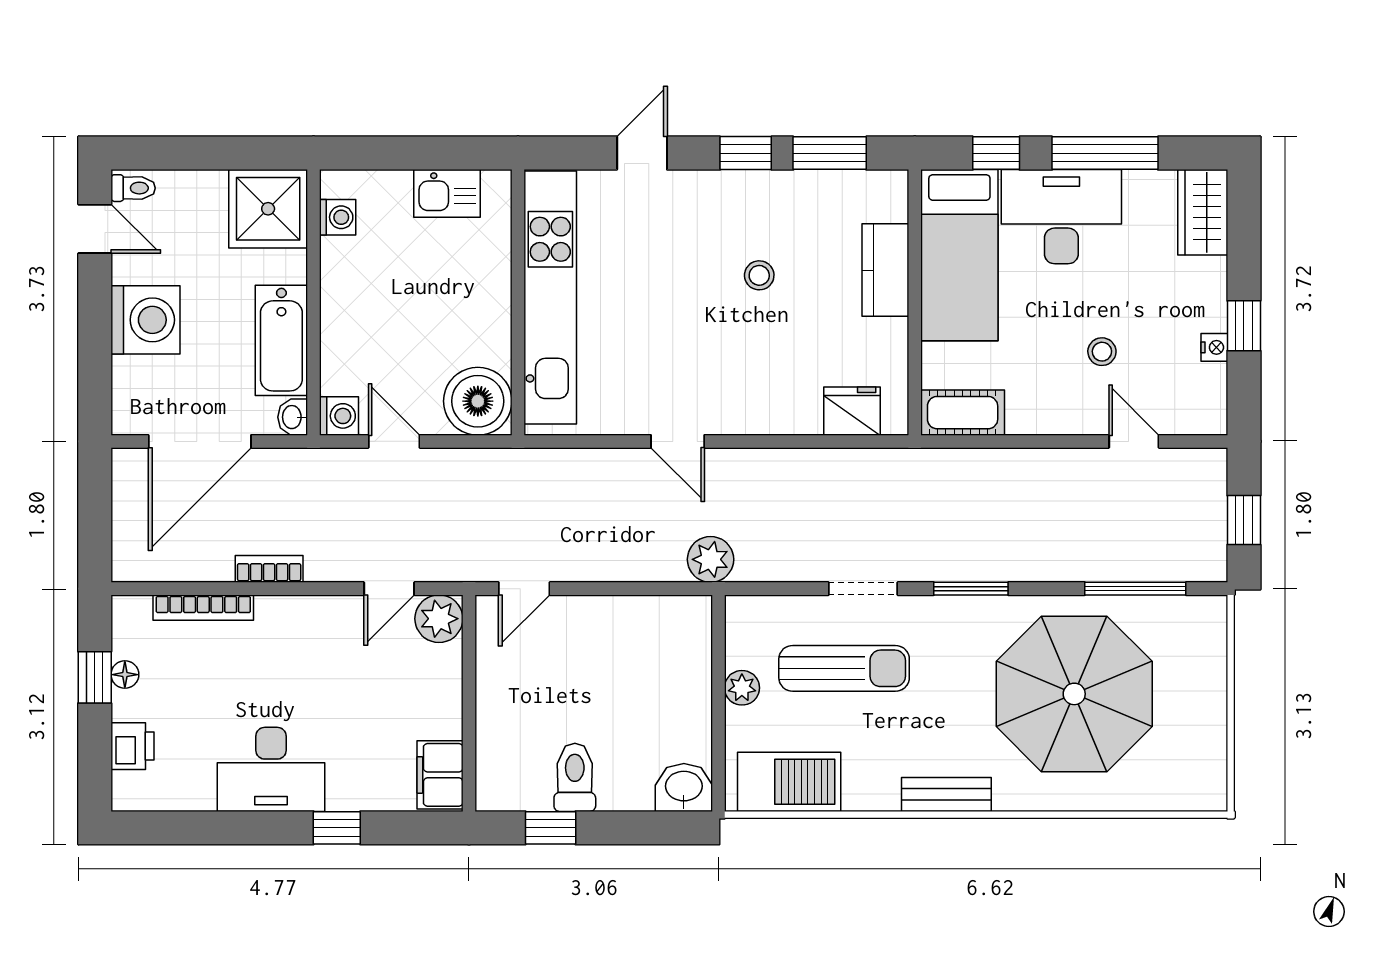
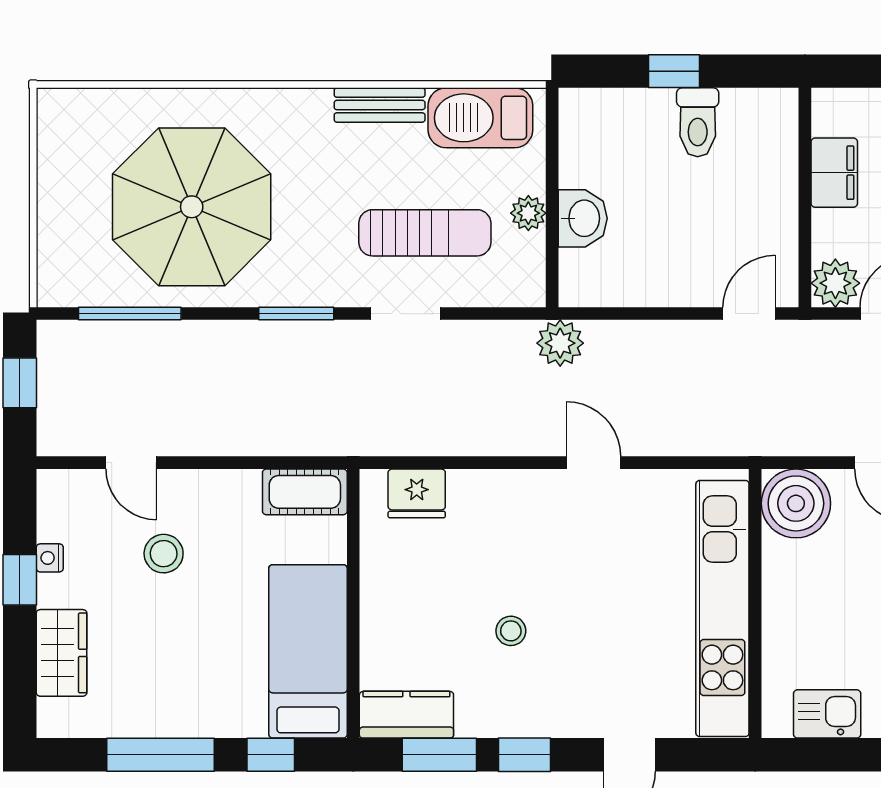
wardrobe: (1203, 212) -> (62, 653), moved
desk: (1061, 217) -> (205, 690), removed
kitchen counter: (885, 270) -> (406, 715), moved, turned -90
stool: (1102, 352) -> (164, 554), width x1.37, depth x1.37
sun lounger: (844, 668) -> (425, 233), turned 180
filing cabinet: (440, 775) -> (834, 173), moved
washbasin: (684, 787) -> (583, 218), moved, turned -90
bench: (946, 794) -> (380, 105), moved
window: (551, 828) -> (674, 71), moved

